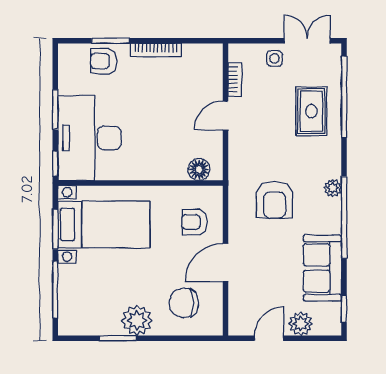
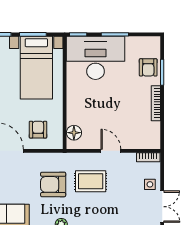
armchair: (104, 61) -> (148, 67), turned 180
bookcase: (235, 79) -> (148, 157), moved
rug: (311, 111) -> (91, 181), moved

